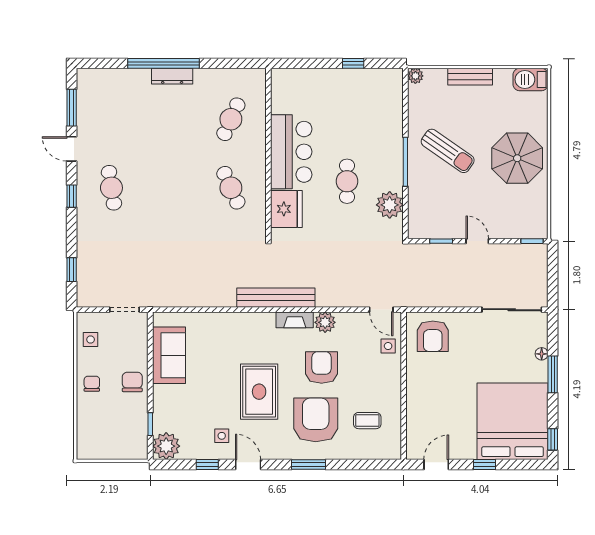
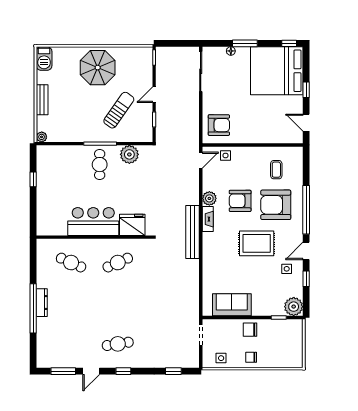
sun lounger: (448, 151) -> (119, 110), moved
cafe table: (347, 181) -> (100, 165), moved, turned 90
window: (308, 465) -> (306, 210), width x2.11

